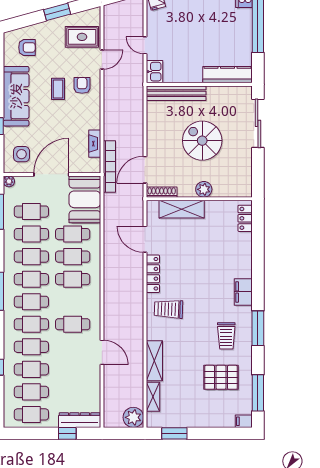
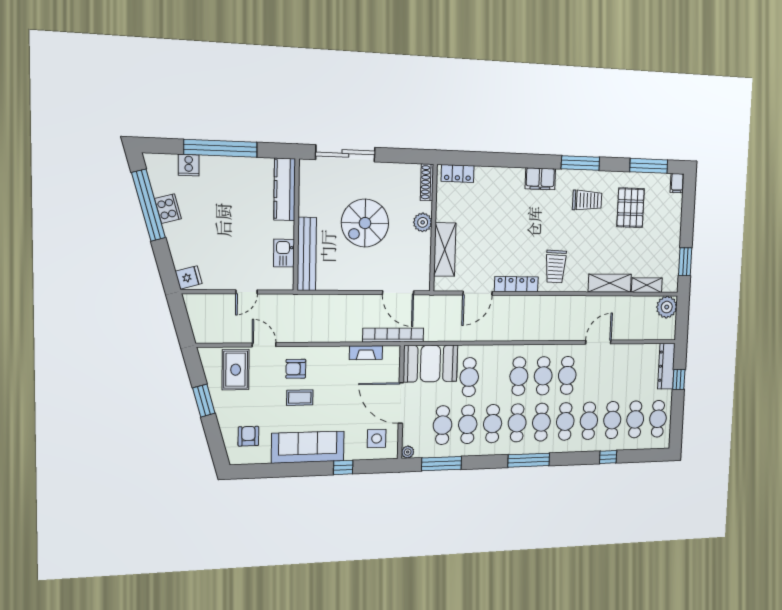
kitchen sink: (155, 72) -> (284, 253), moved, turned -90
shoe rack: (162, 192) -> (427, 182), moved
cafe table: (73, 257) -> (543, 376), moved

